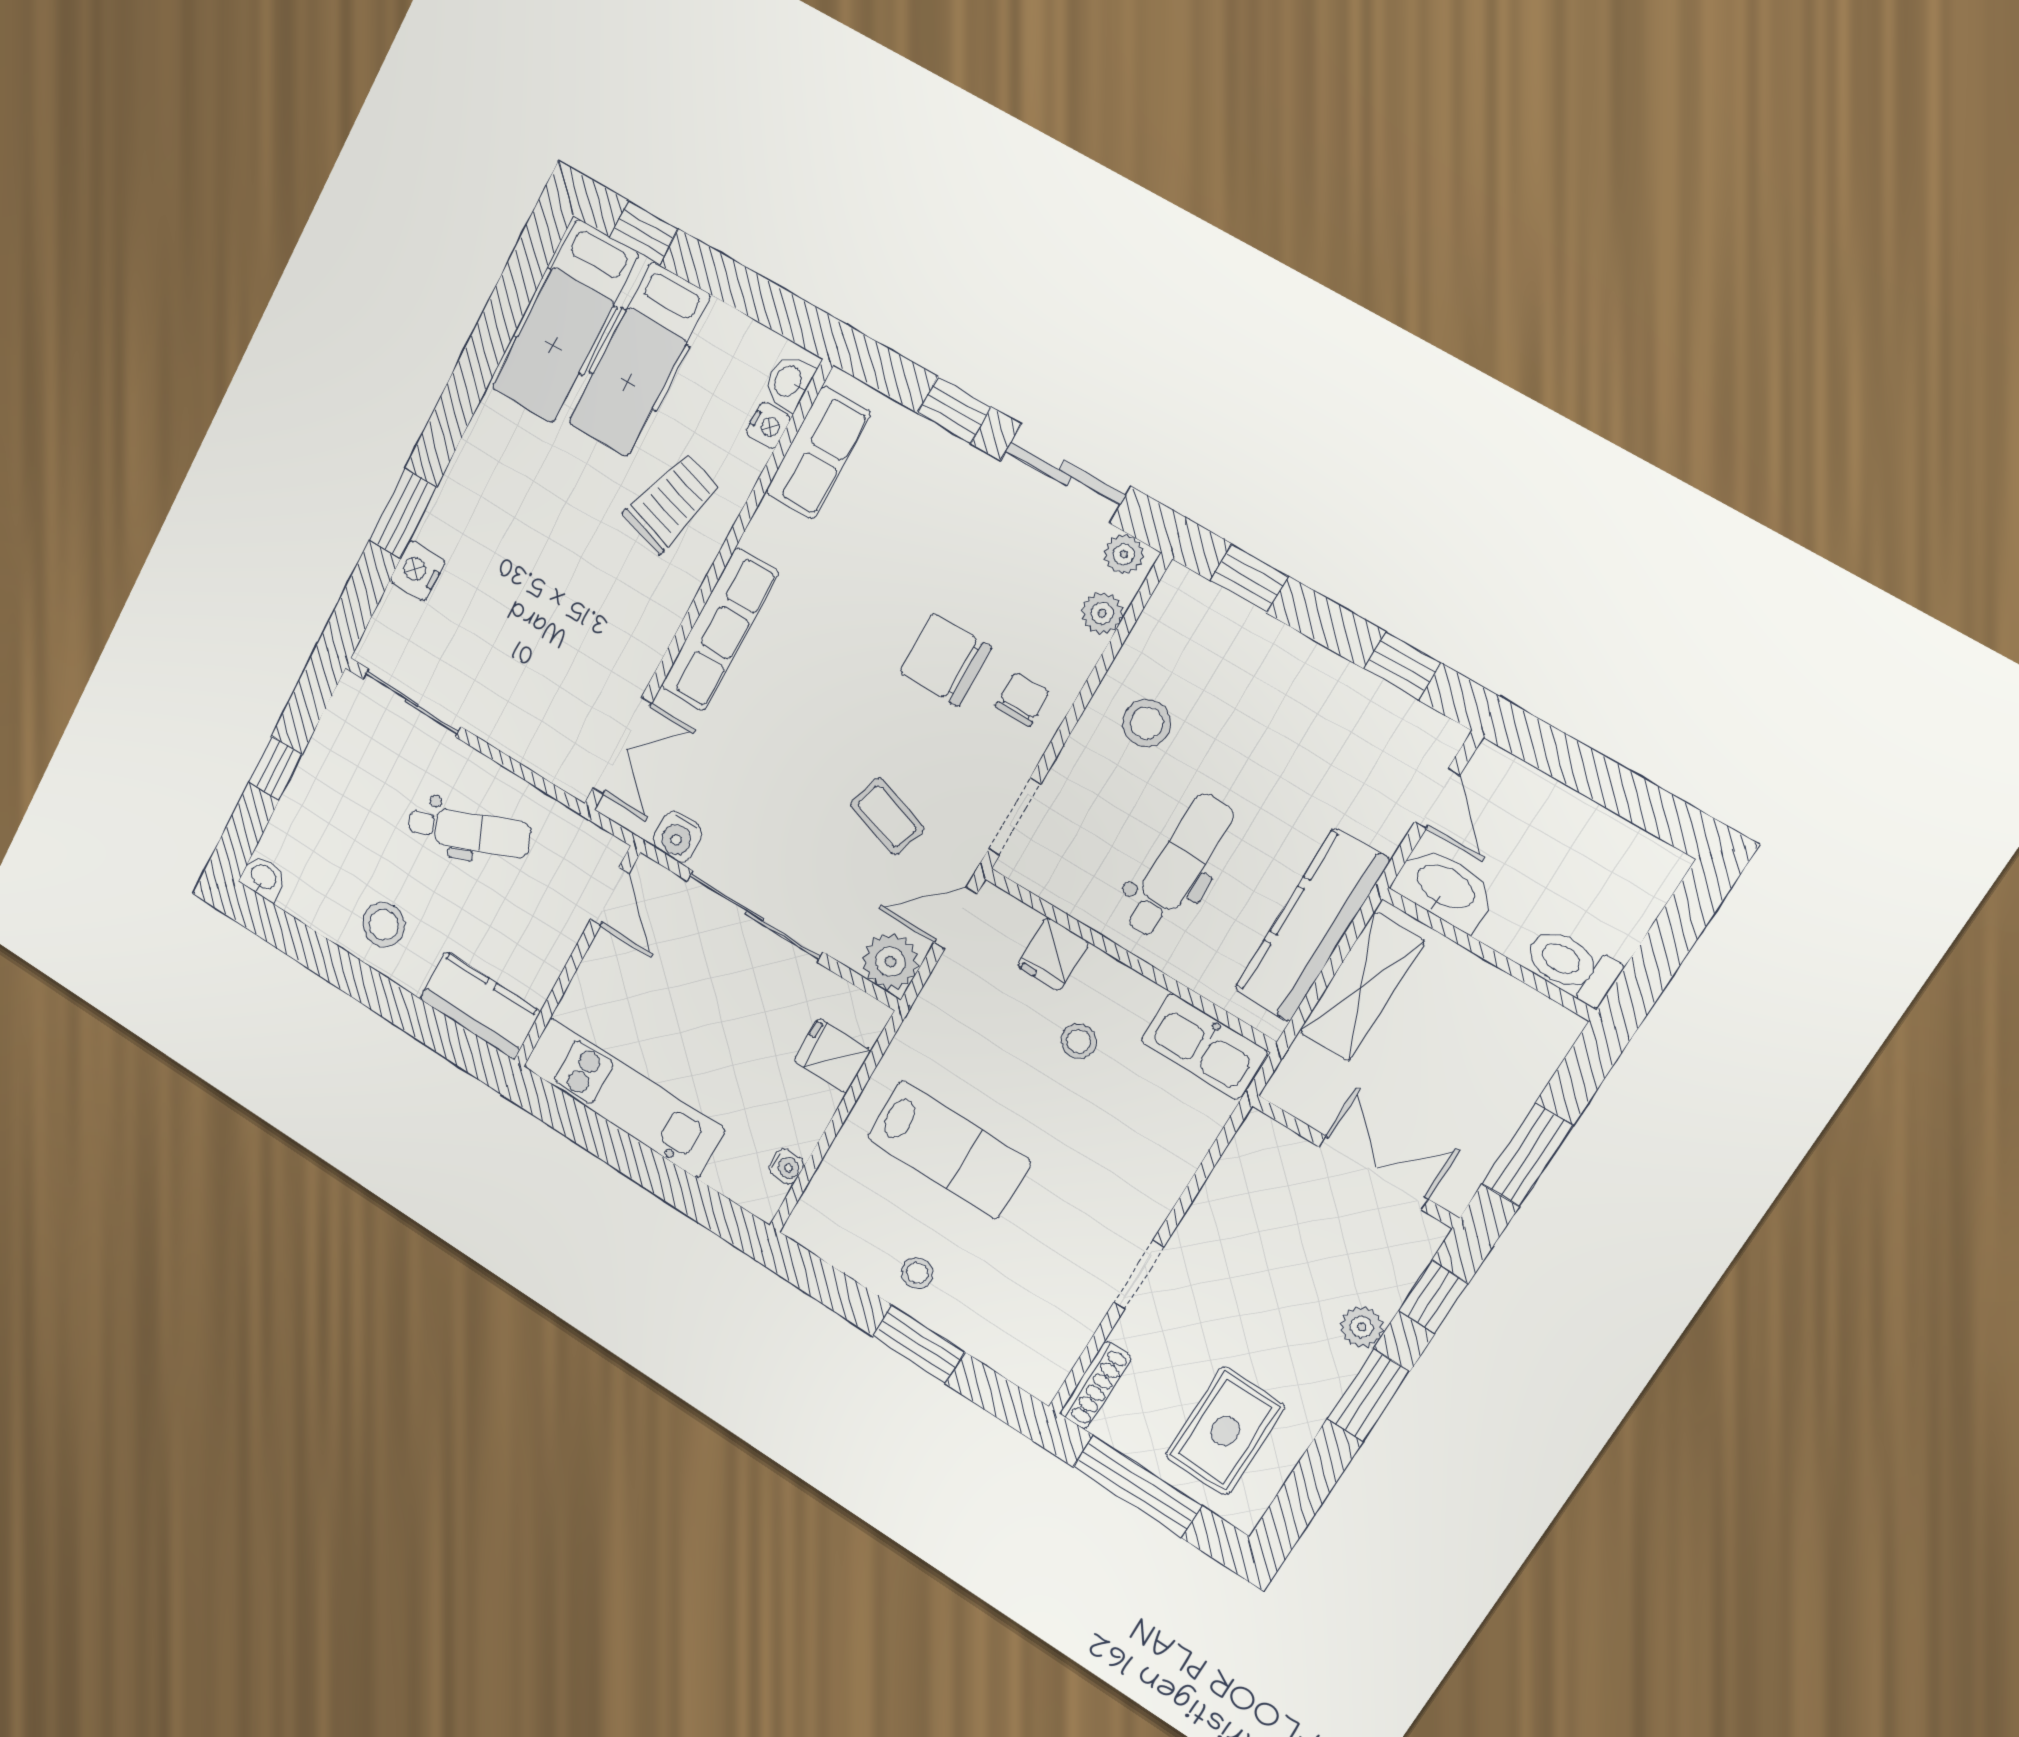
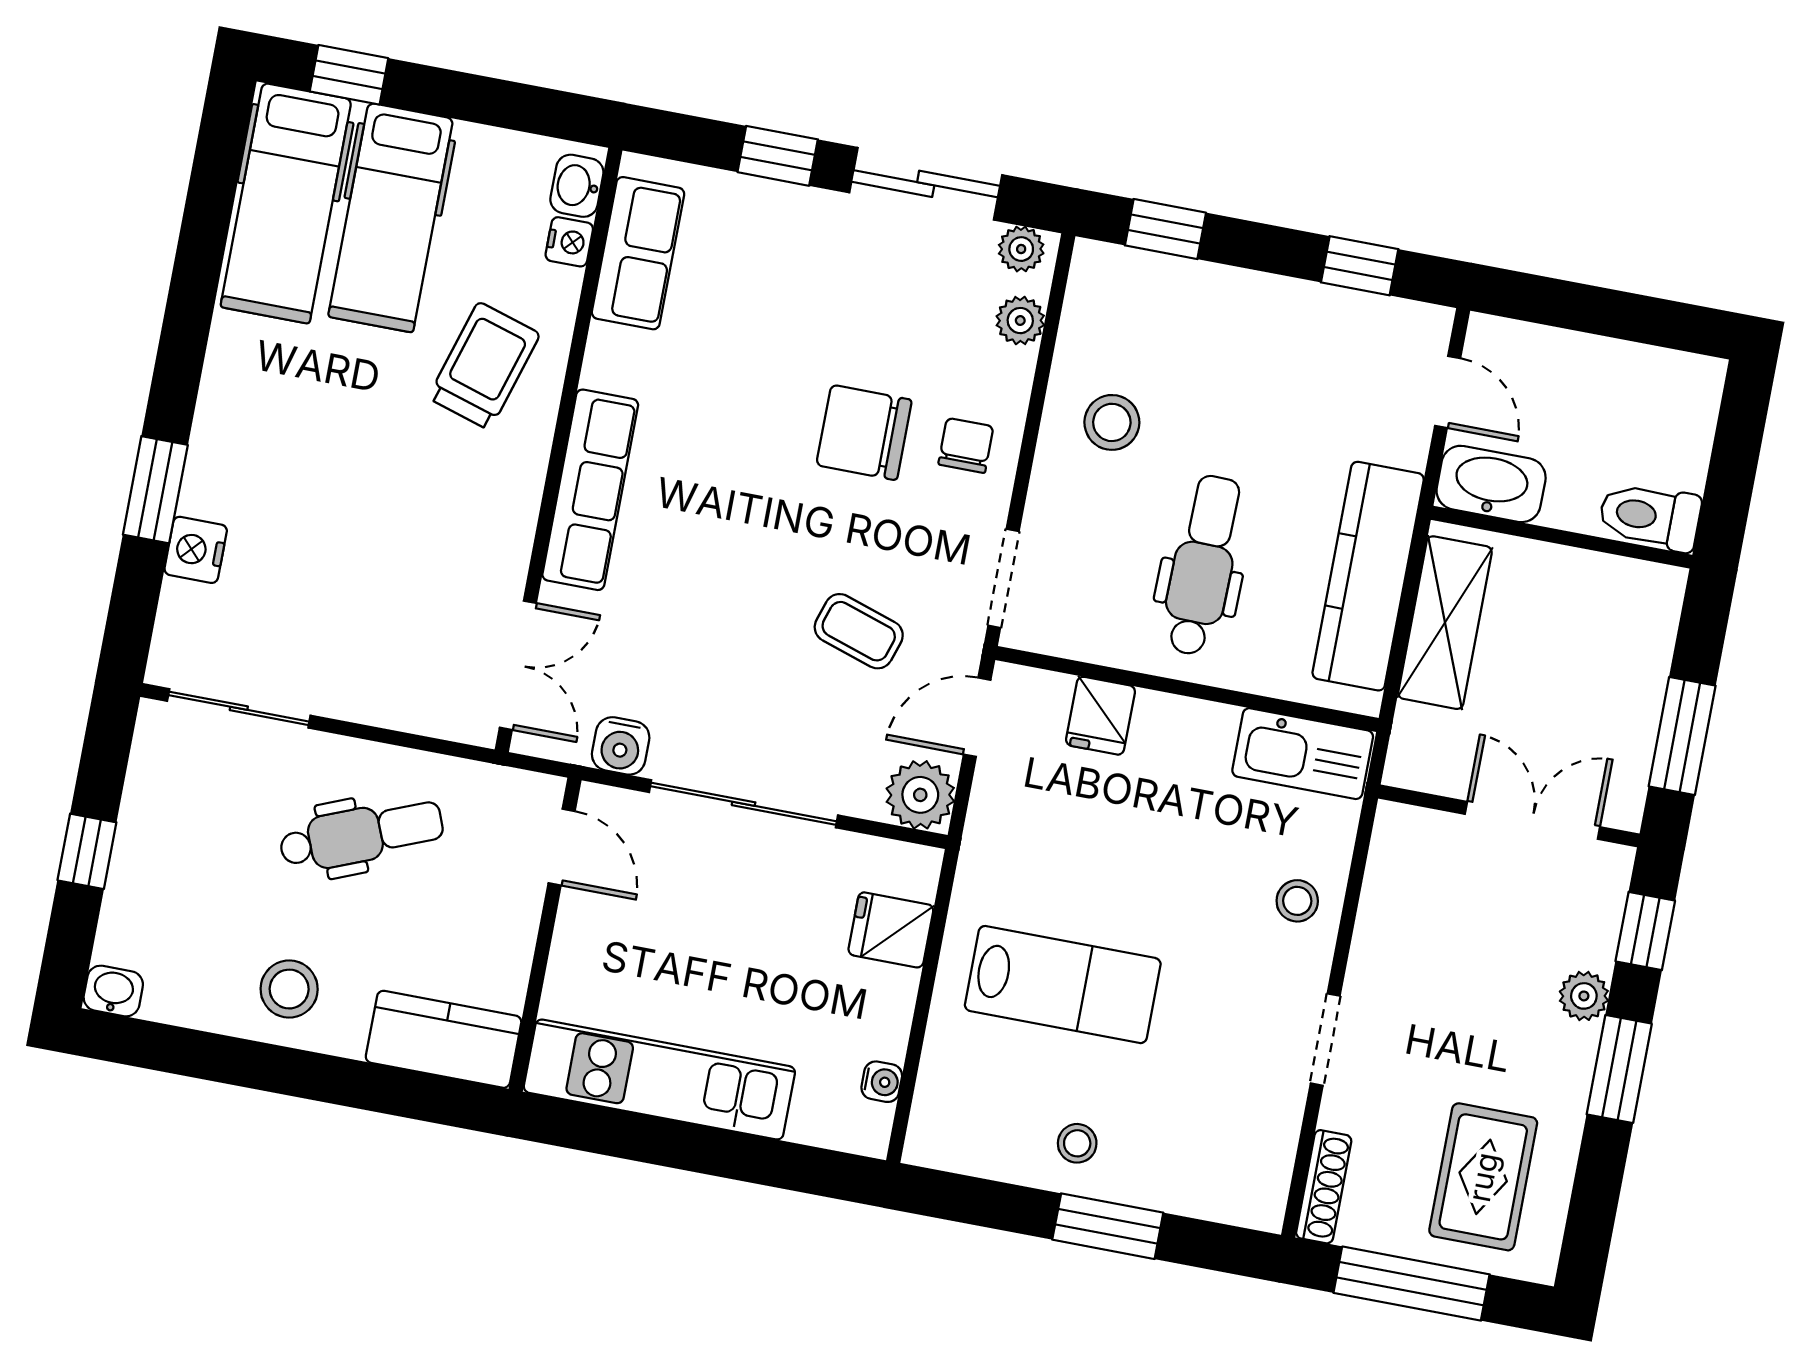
stool: (1079, 1041) -> (1297, 901), moved

